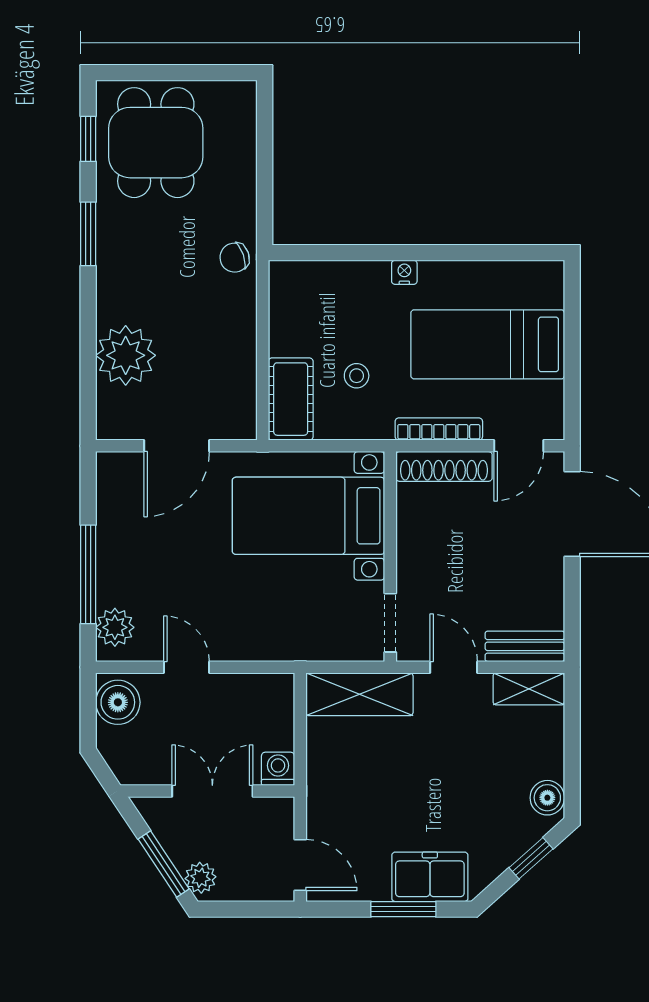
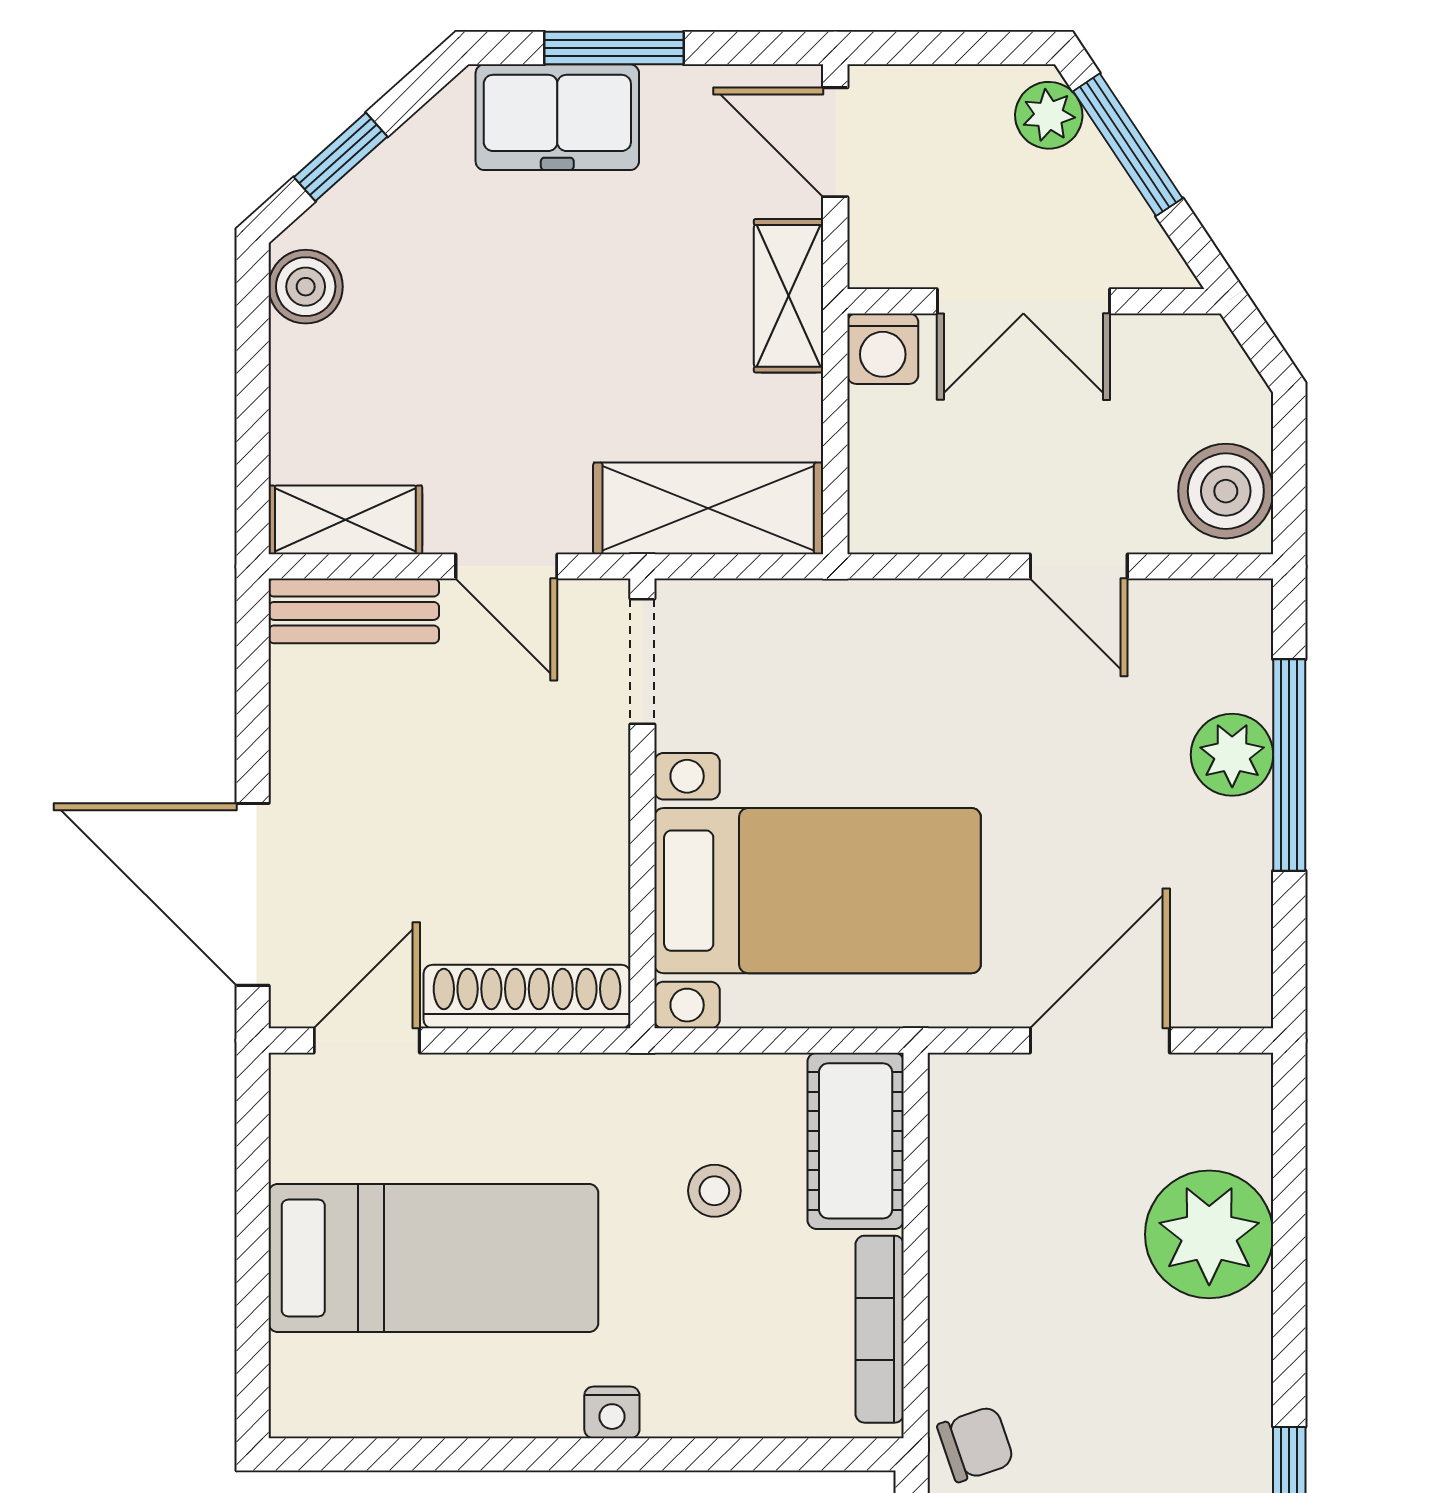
bookcase: (439, 429) -> (880, 1329), moved, turned 90
plant: (115, 627) -> (1232, 755), moved
shelving: (322, 793) -> (789, 296), added

